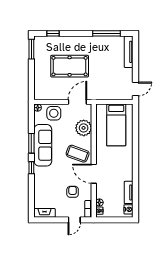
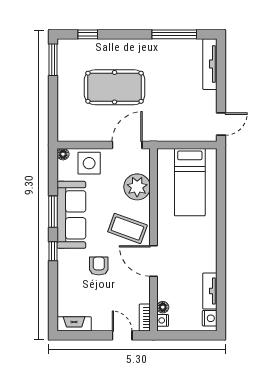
armchair: (73, 192) -> (99, 266), moved
door: (74, 220) -> (122, 335), swing flipped

